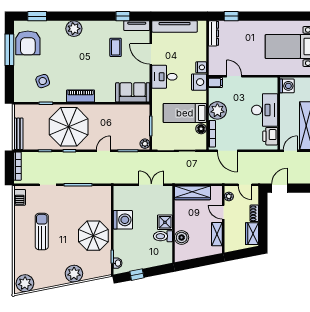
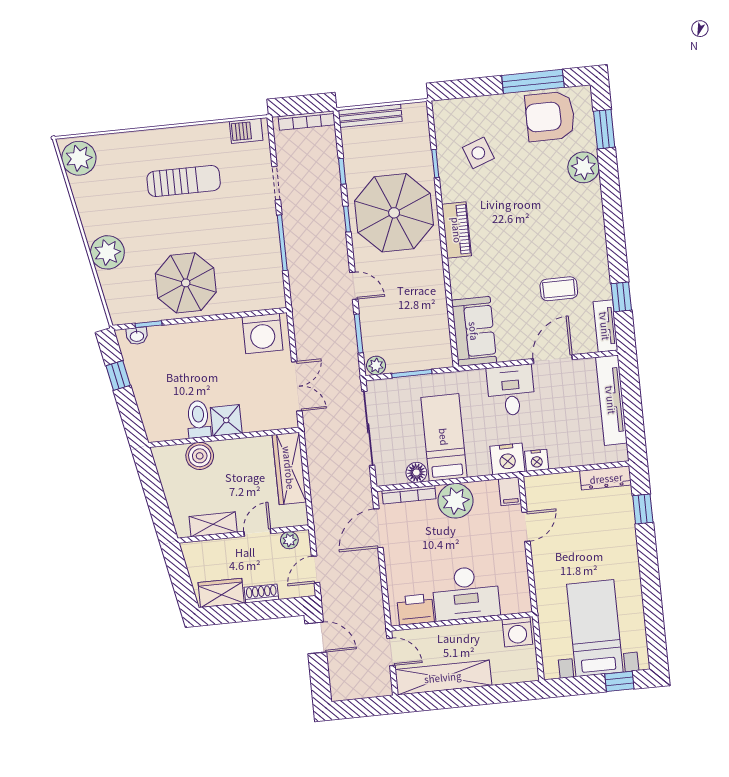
plant: (74, 29) -> (583, 167), moved
washing machine: (123, 220) -> (262, 333), moved

